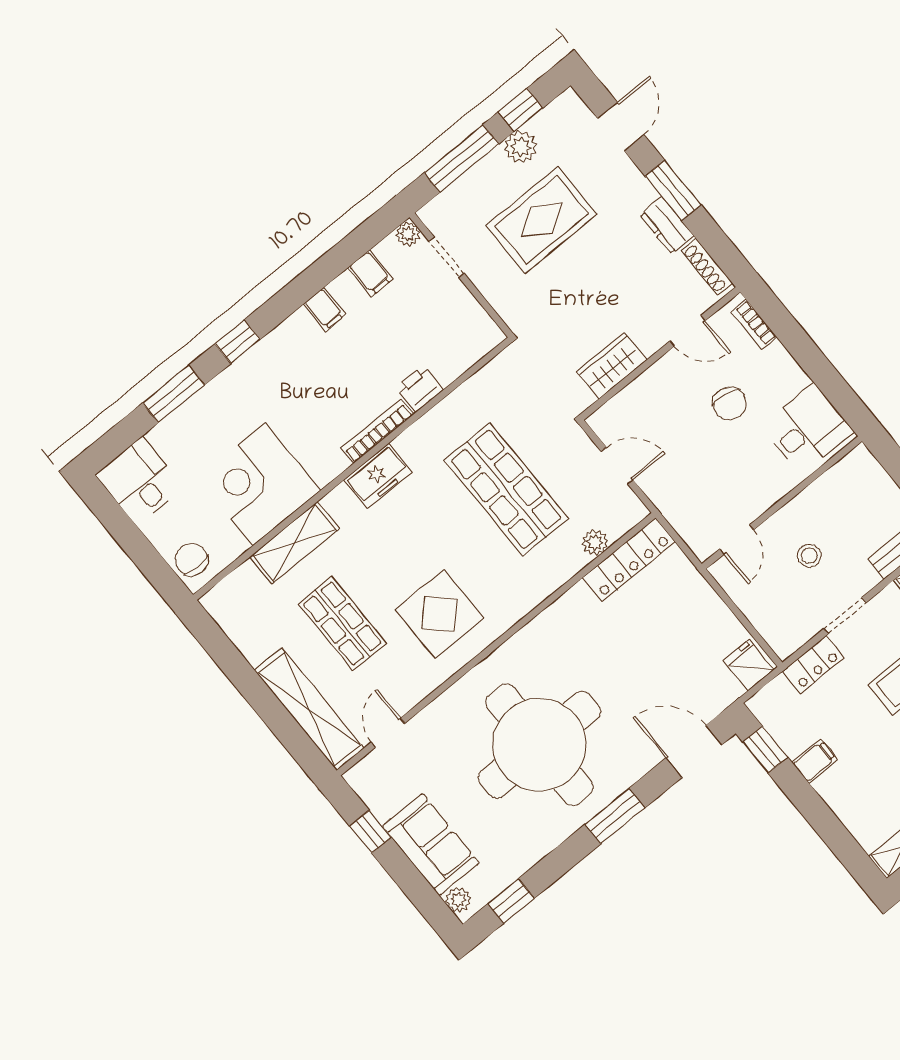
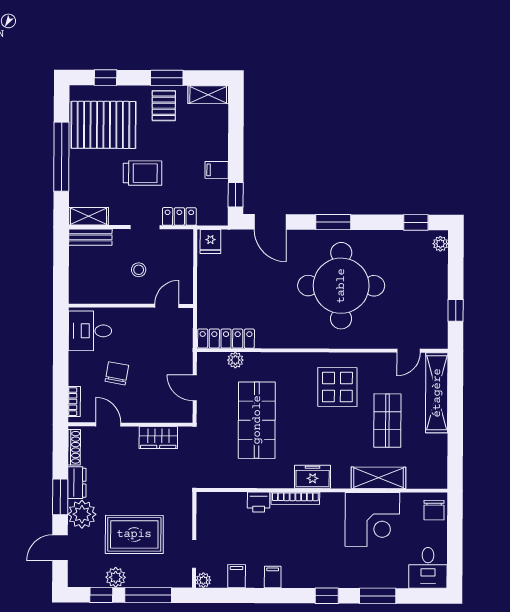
plant: (628, 191) -> (82, 514), added
sofa: (431, 844) -> (432, 281), removed

